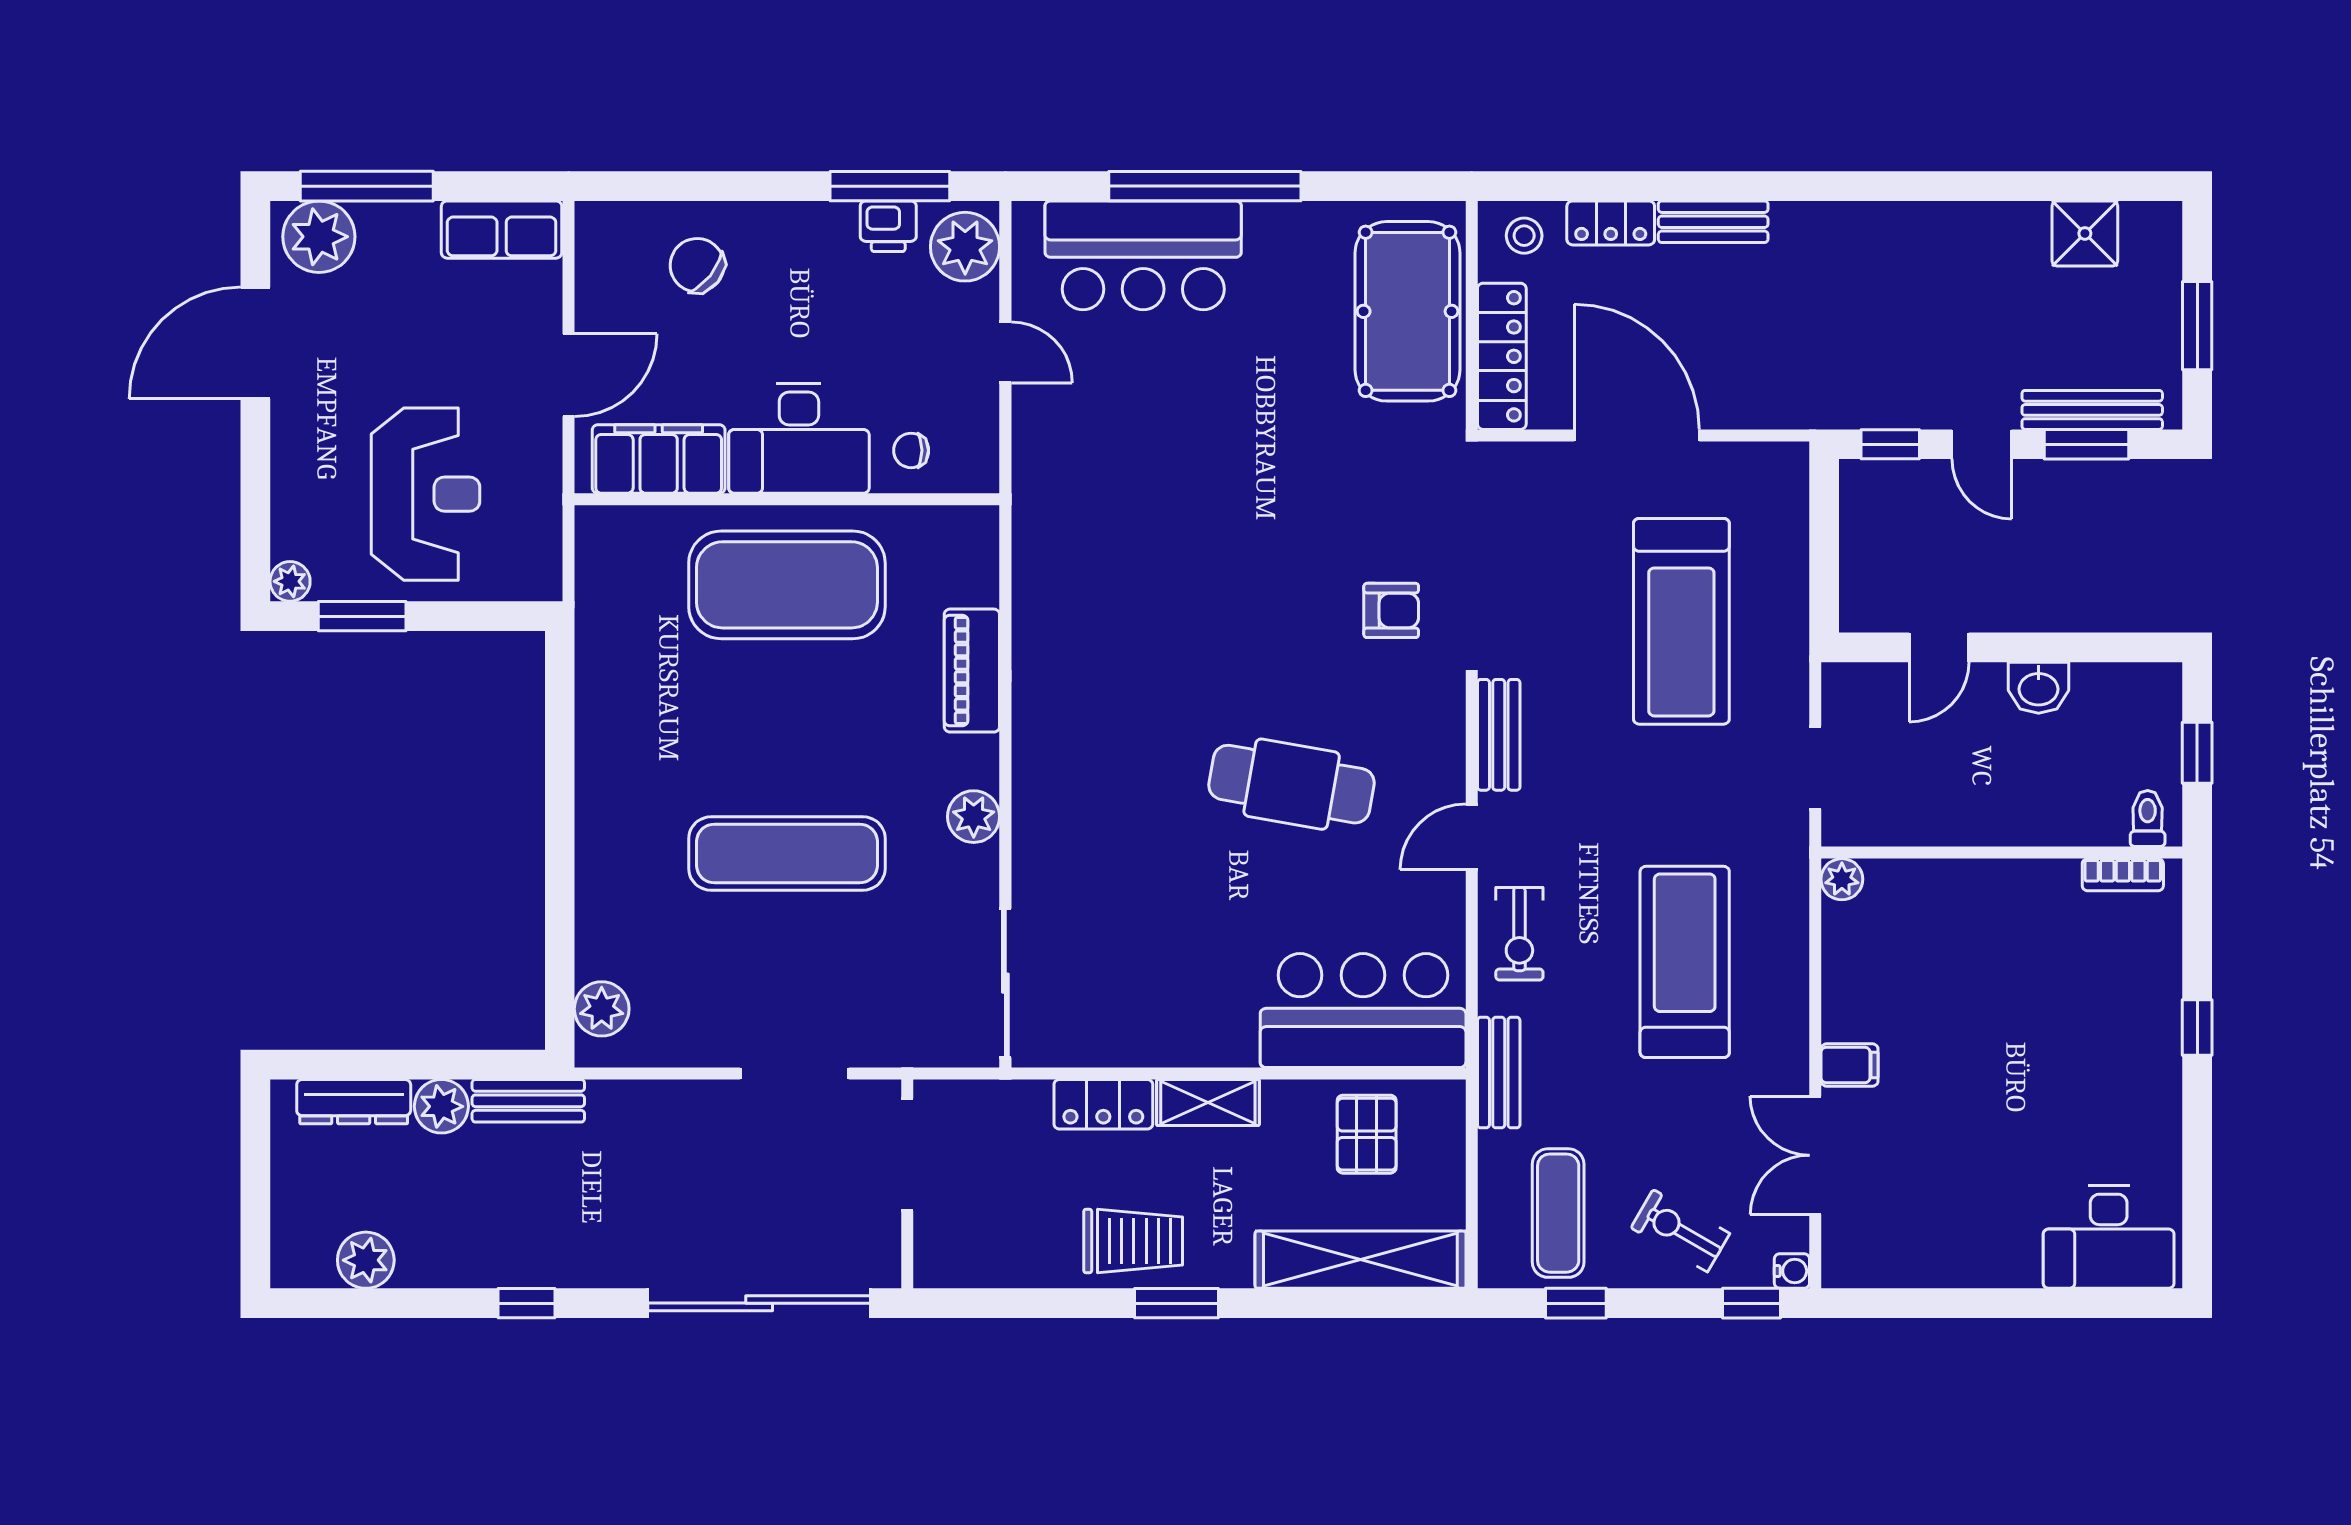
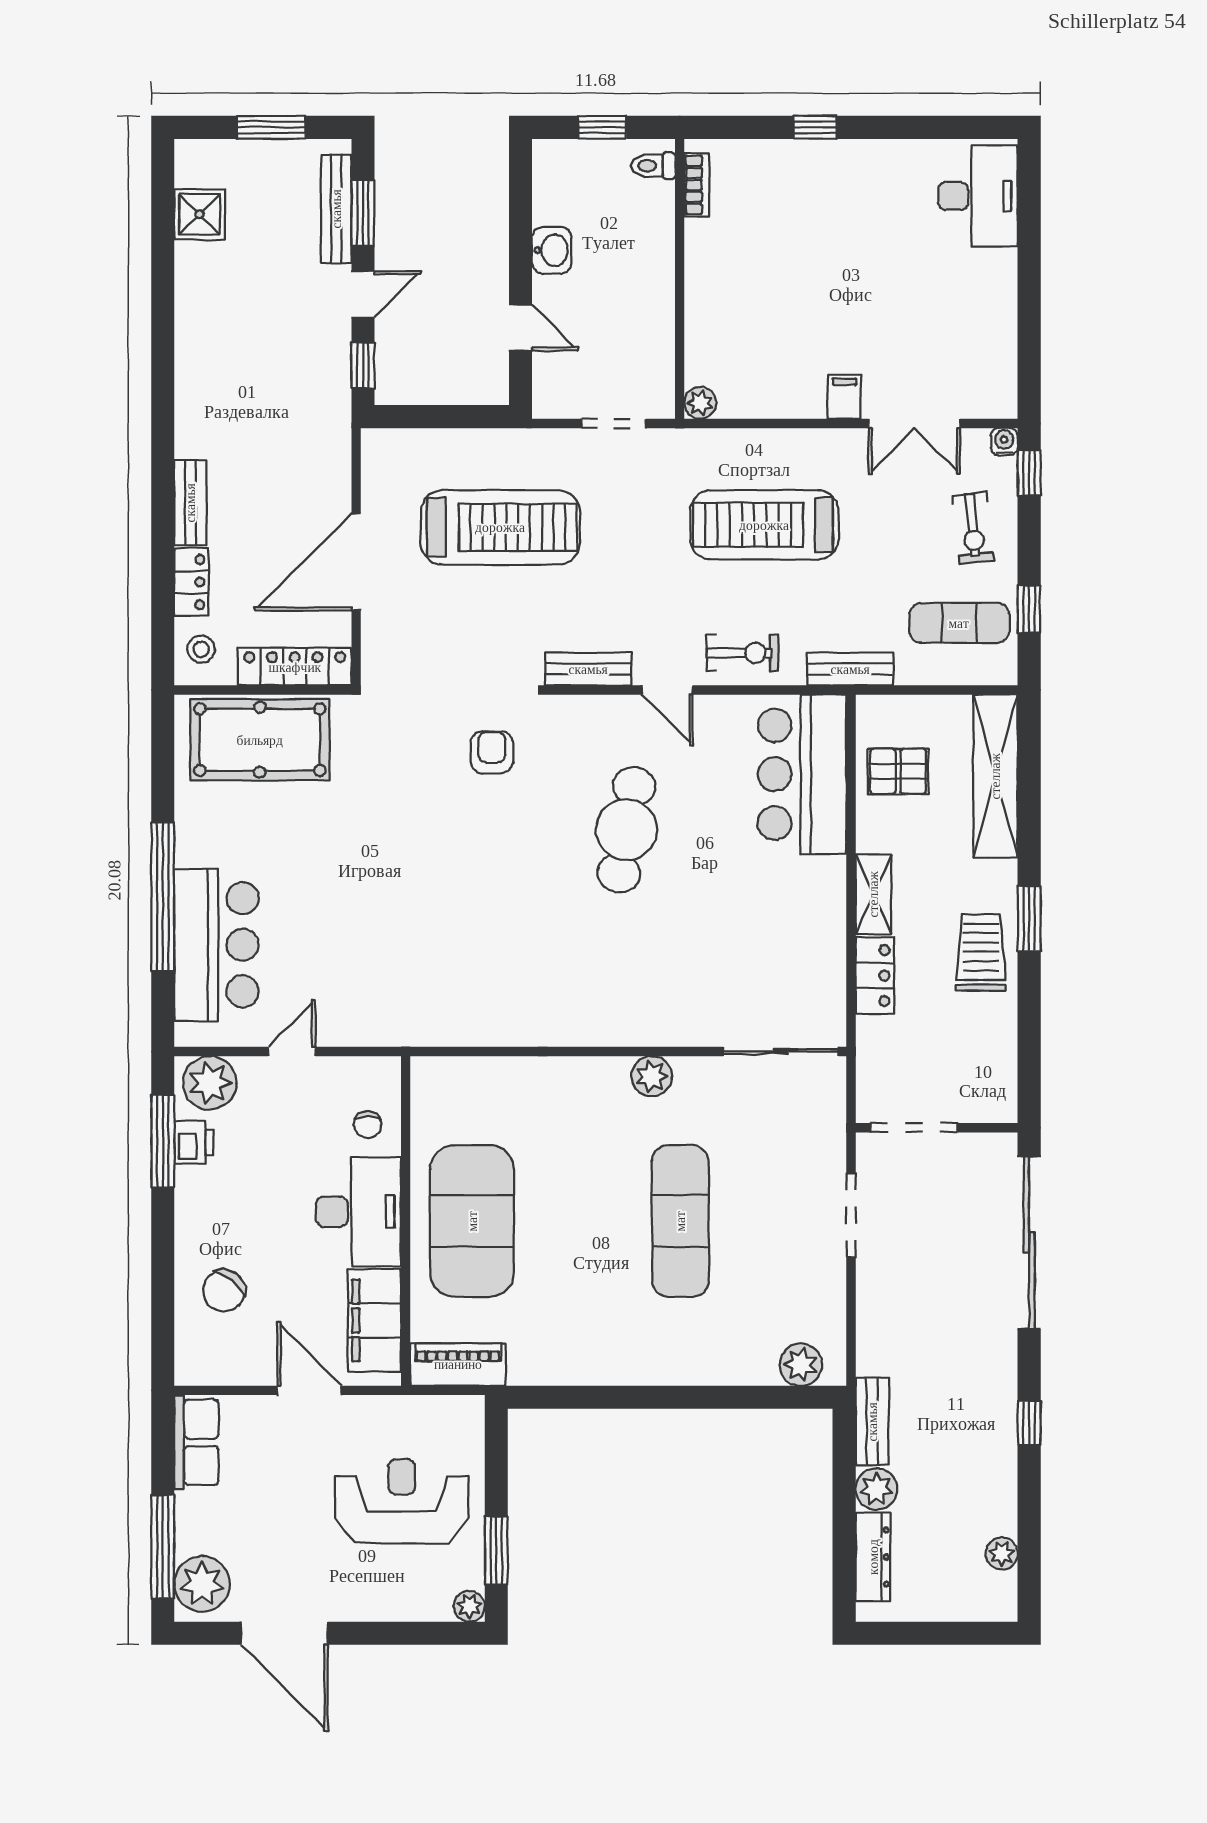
piano: (972, 671) -> (458, 1364), moved, turned 180
exercise bike: (1680, 1231) -> (973, 528), turned -36
plant: (366, 1260) -> (1002, 1554), width x0.73, depth x0.73

